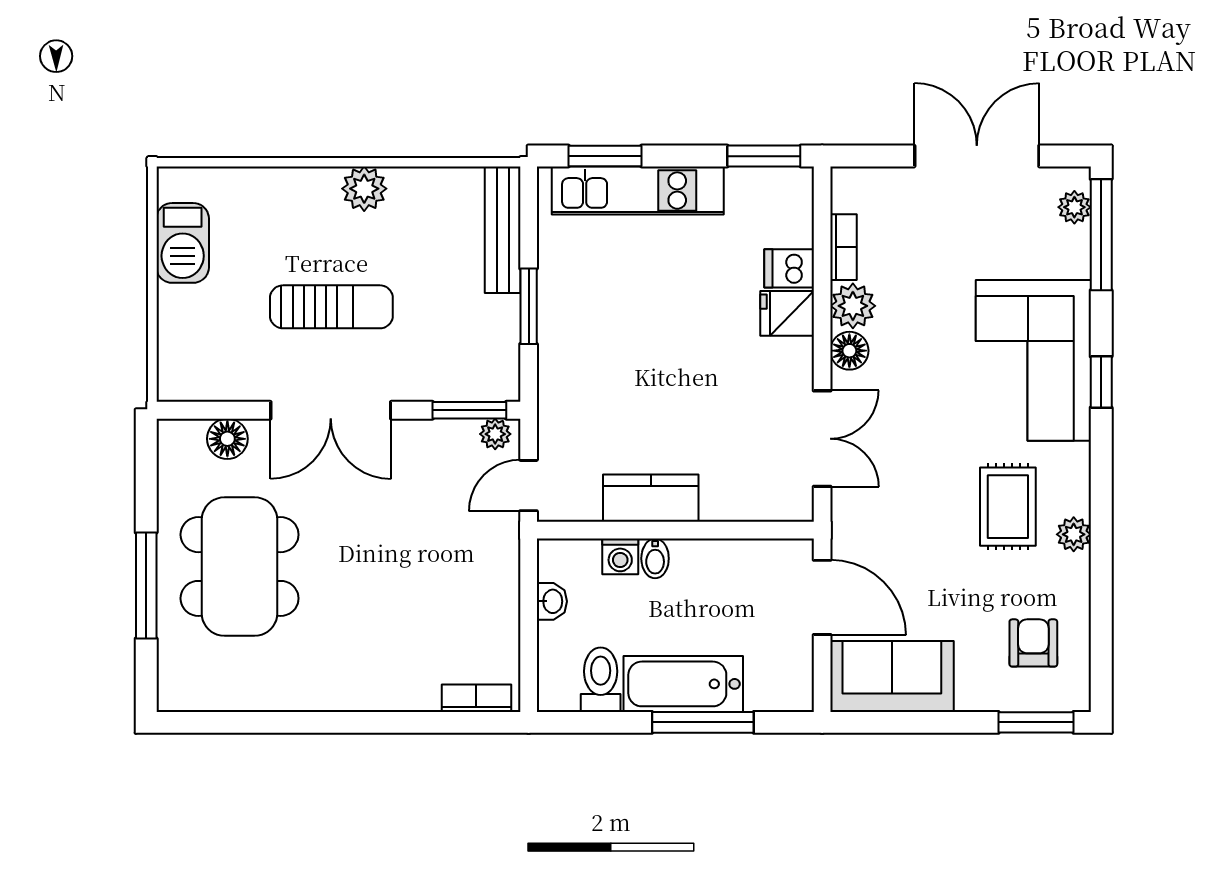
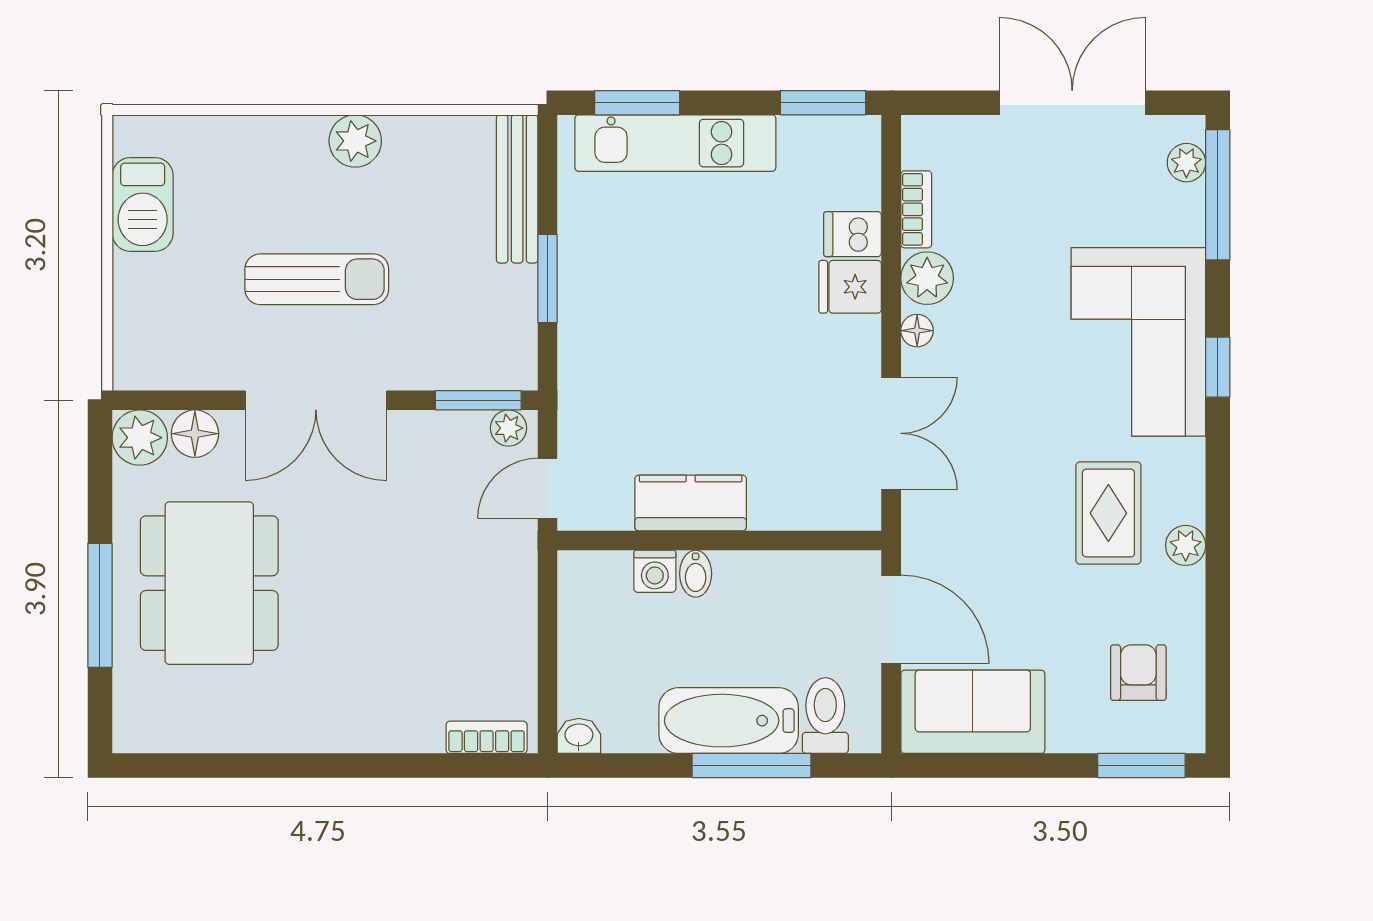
floor lamp: (849, 351) -> (917, 331), width x0.73, depth x0.73
plant: (180, 442) -> (140, 438), added
washbasin: (552, 601) -> (579, 736), moved, turned -90
toilet: (601, 680) -> (825, 716), moved

